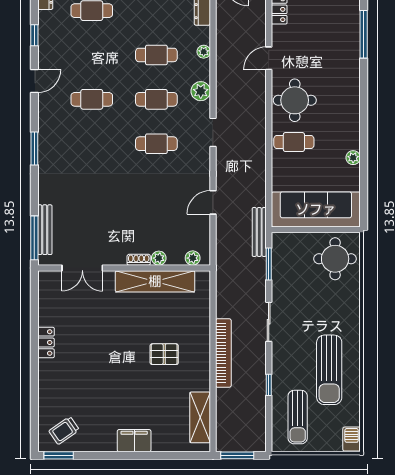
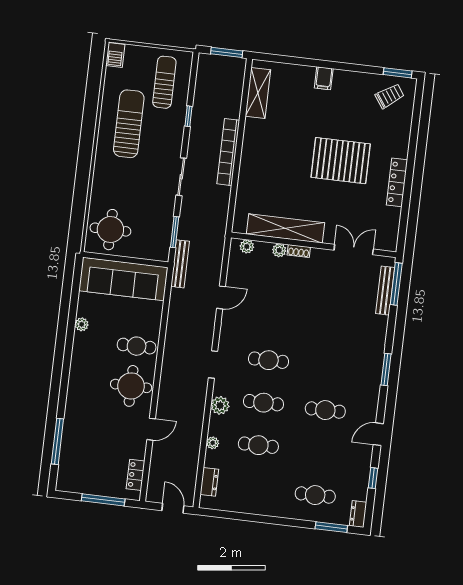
locker: (46, 342) -> (397, 182), width x1.53
pallet: (164, 354) -> (341, 161), moved, width x2.05, depth x2.00
filing cabinet: (134, 441) -> (324, 78), width x0.50

